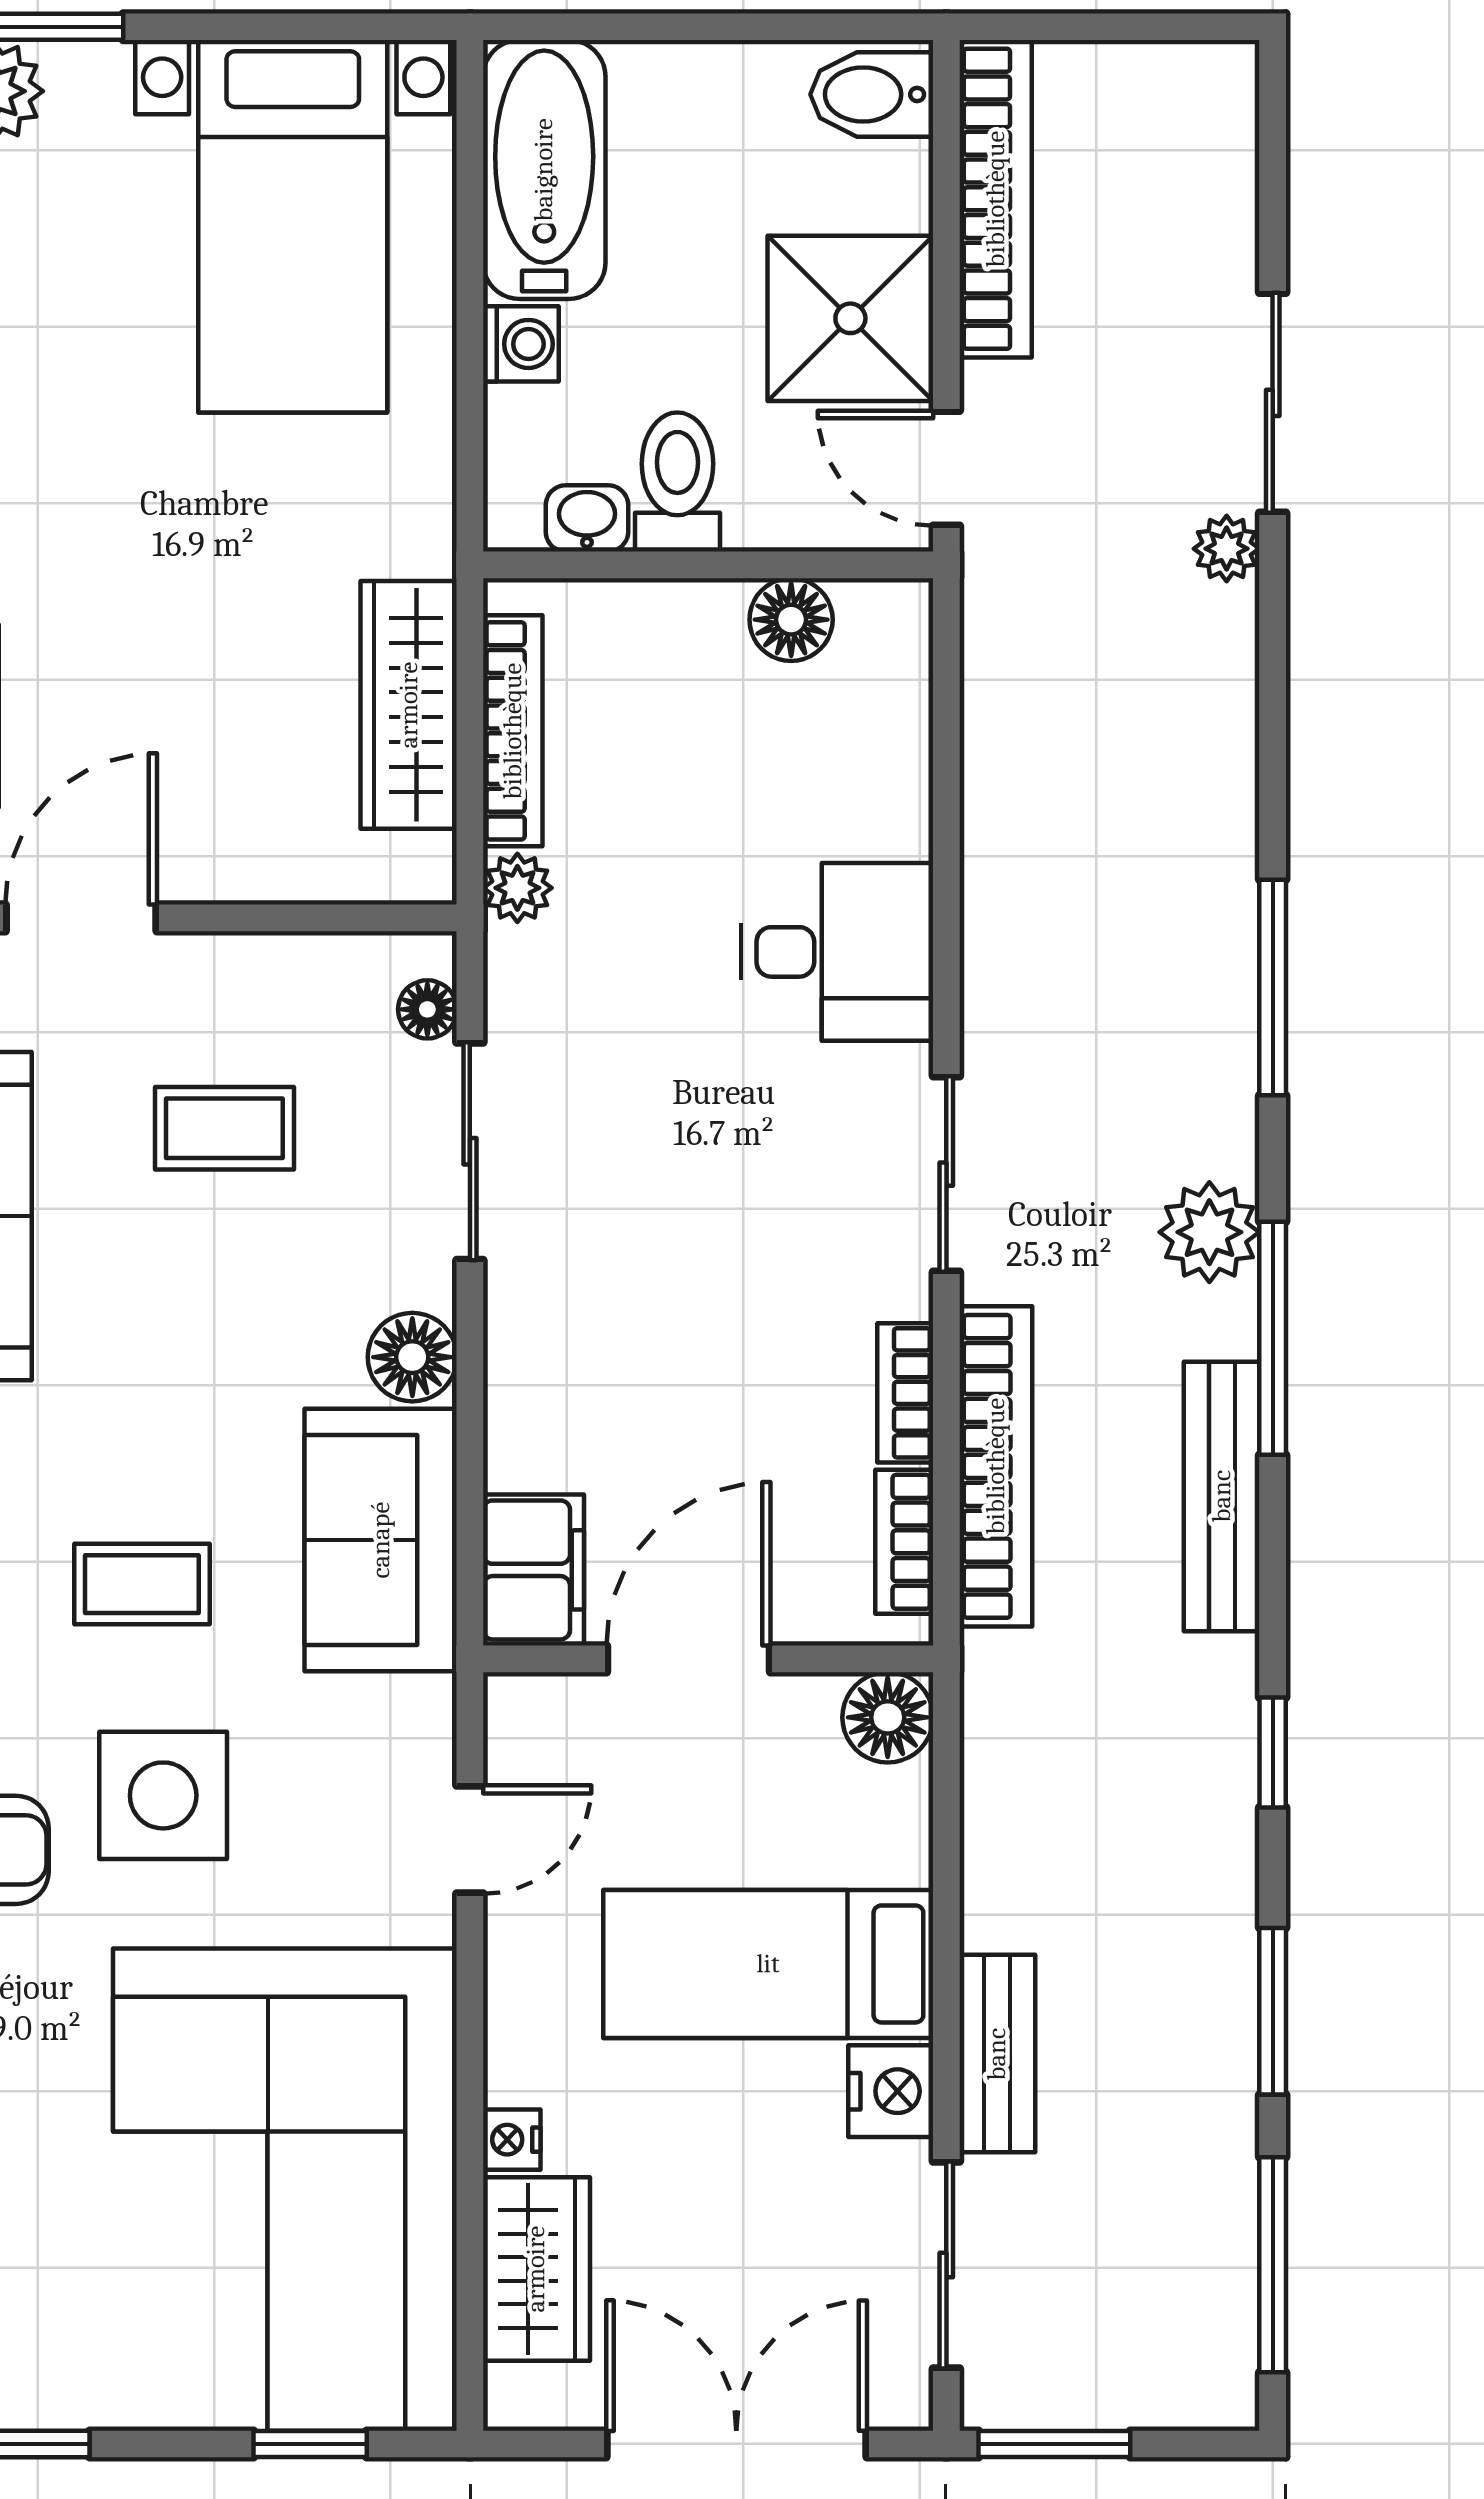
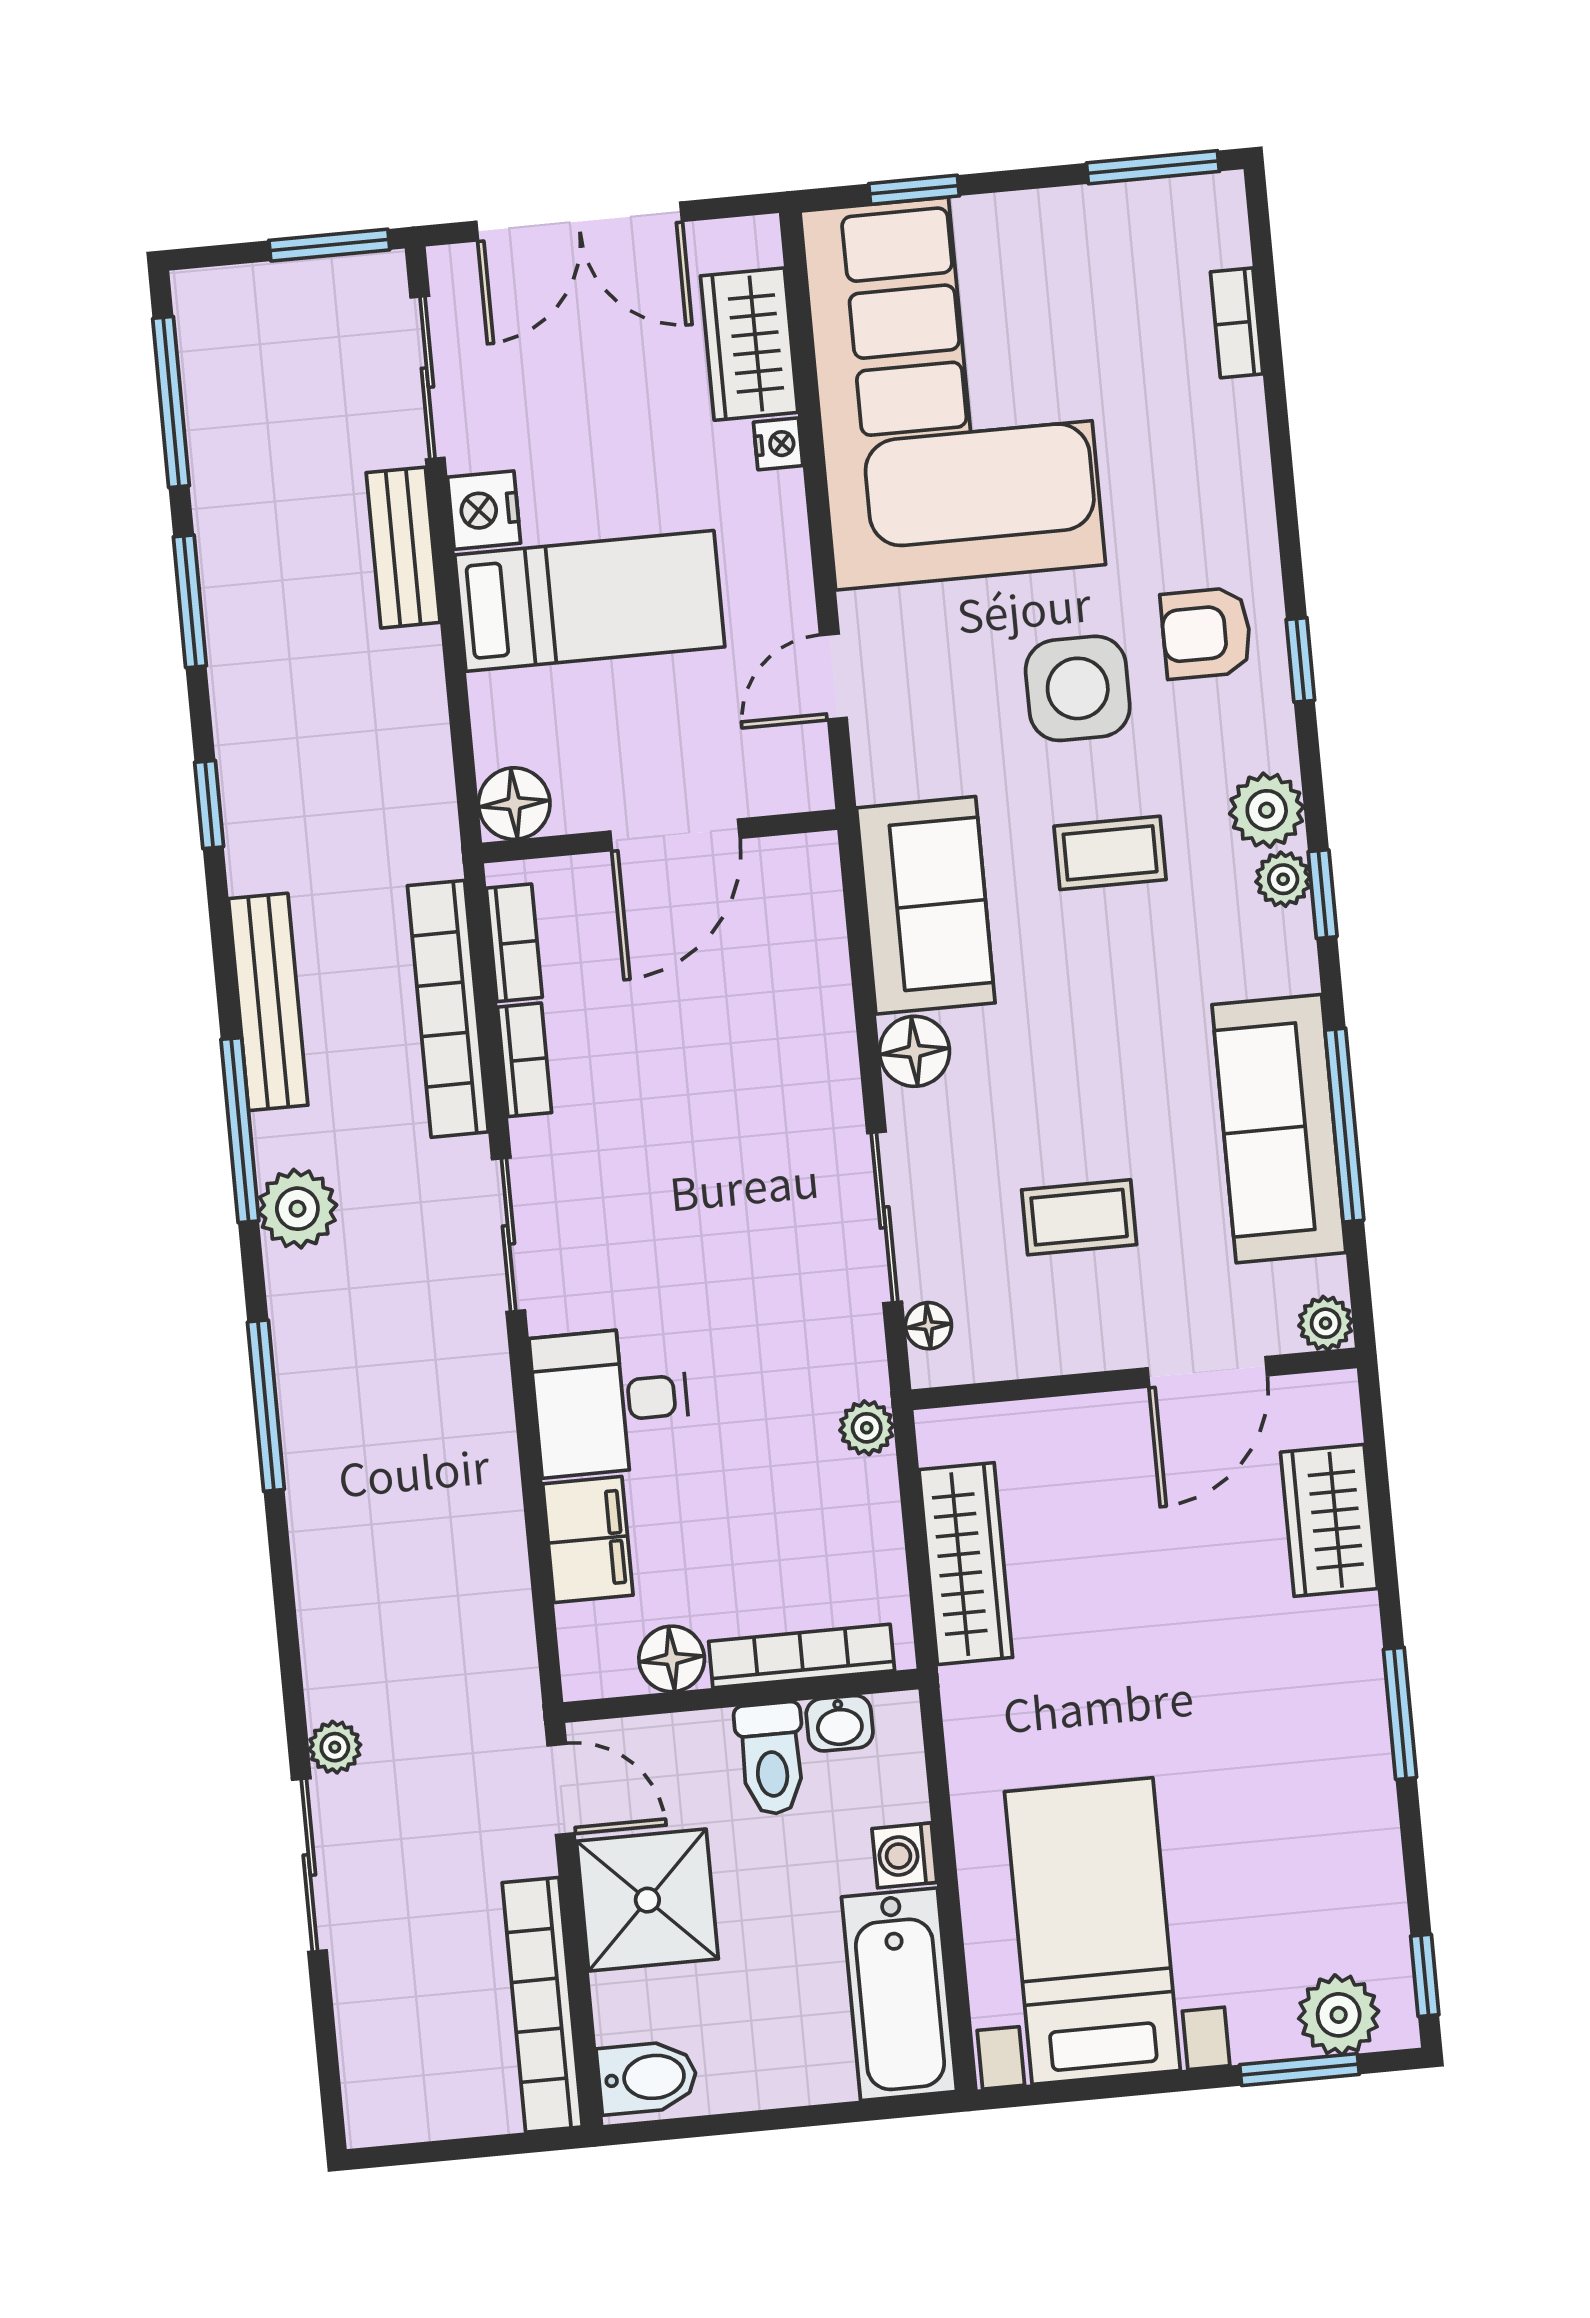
bookcase: (513, 731) -> (802, 1656), moved, turned 90
filing cabinet: (534, 1570) -> (588, 1540), moved, turned 180

